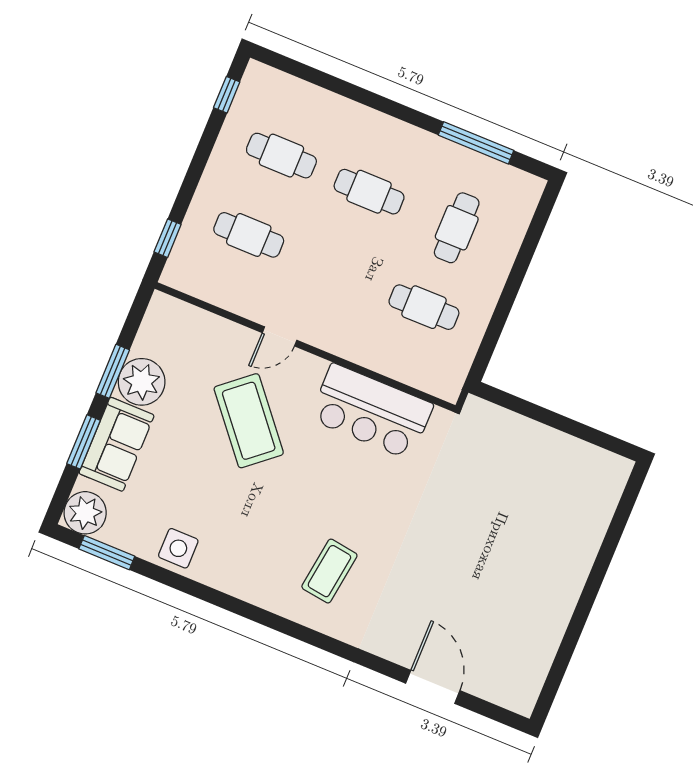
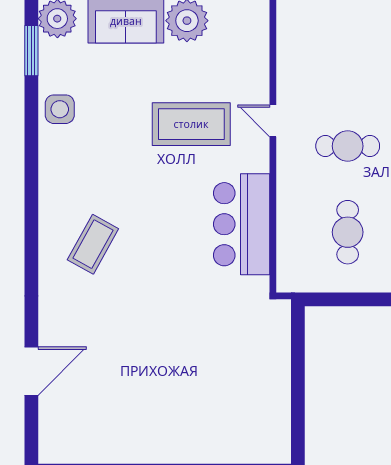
cafe table: (249, 235) -> (348, 146), moved, turned 90
coffee table: (249, 421) -> (191, 124), turned 40
coffee table: (329, 571) -> (93, 244), turned -69

